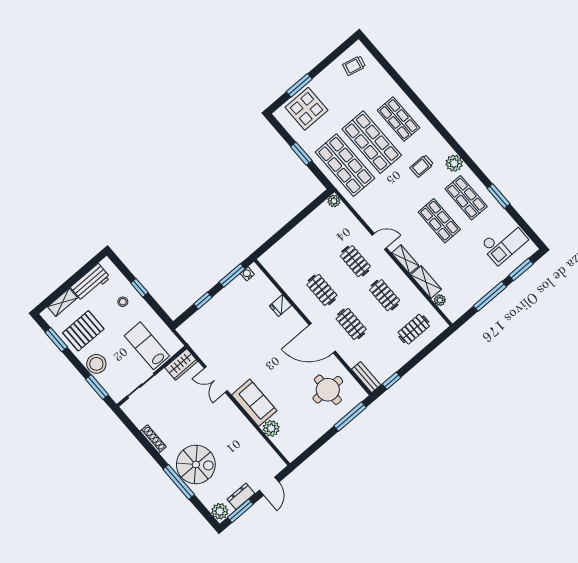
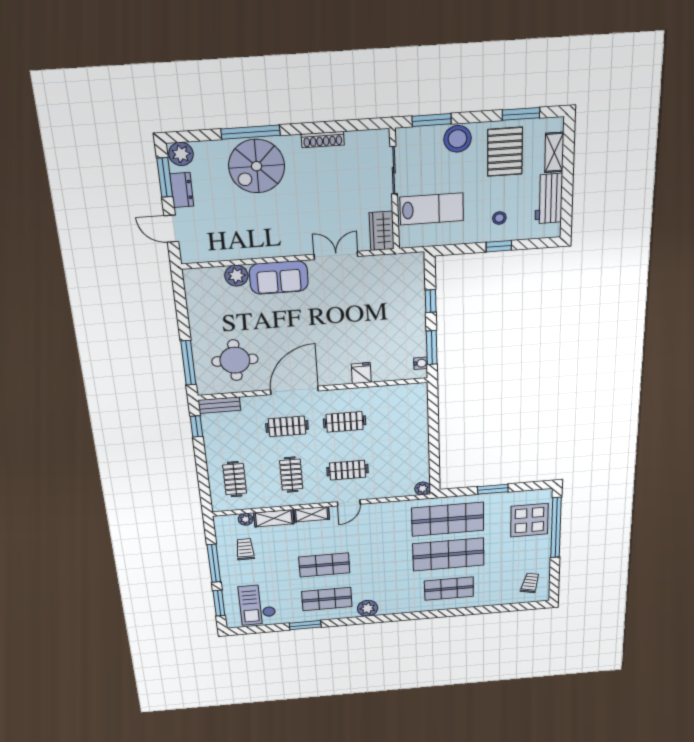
window: (299, 85) -> (556, 528), width x2.11
trolley: (422, 166) -> (245, 549), moved
clothes rail: (385, 295) -> (291, 475), turned 90

